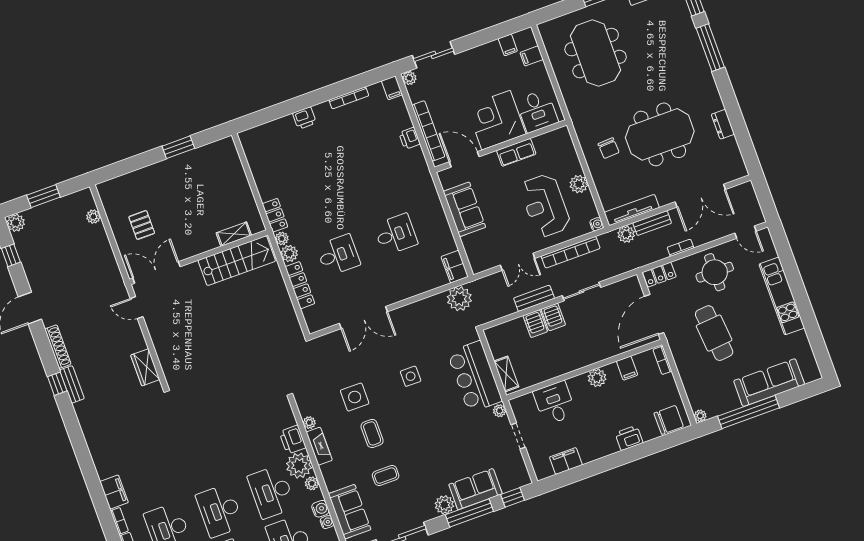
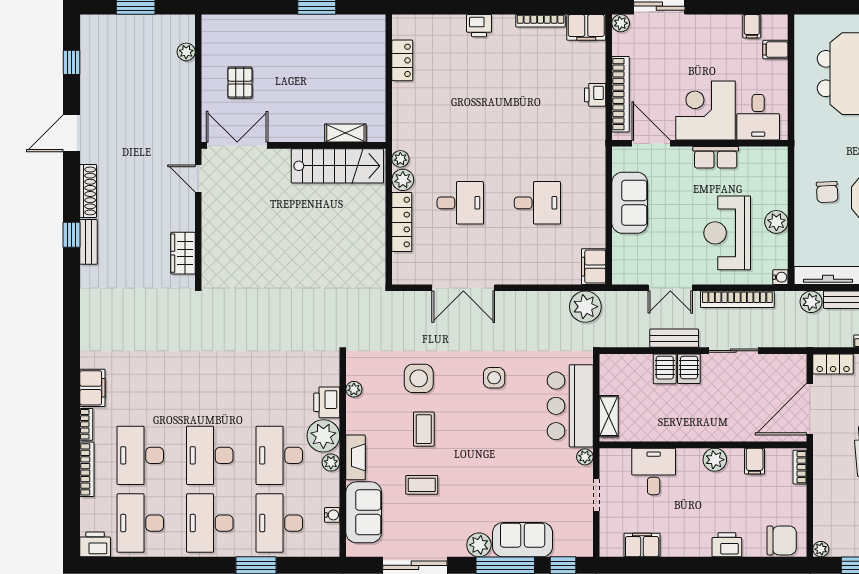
filing cabinet: (392, 88) -> (586, 27), width x2.00
locker: (275, 215) -> (402, 60), moved
plant: (16, 223) -> (91, 26), removed
fireplace: (319, 446) -> (356, 457), moved
water cooler: (320, 509) -> (330, 496), removed

